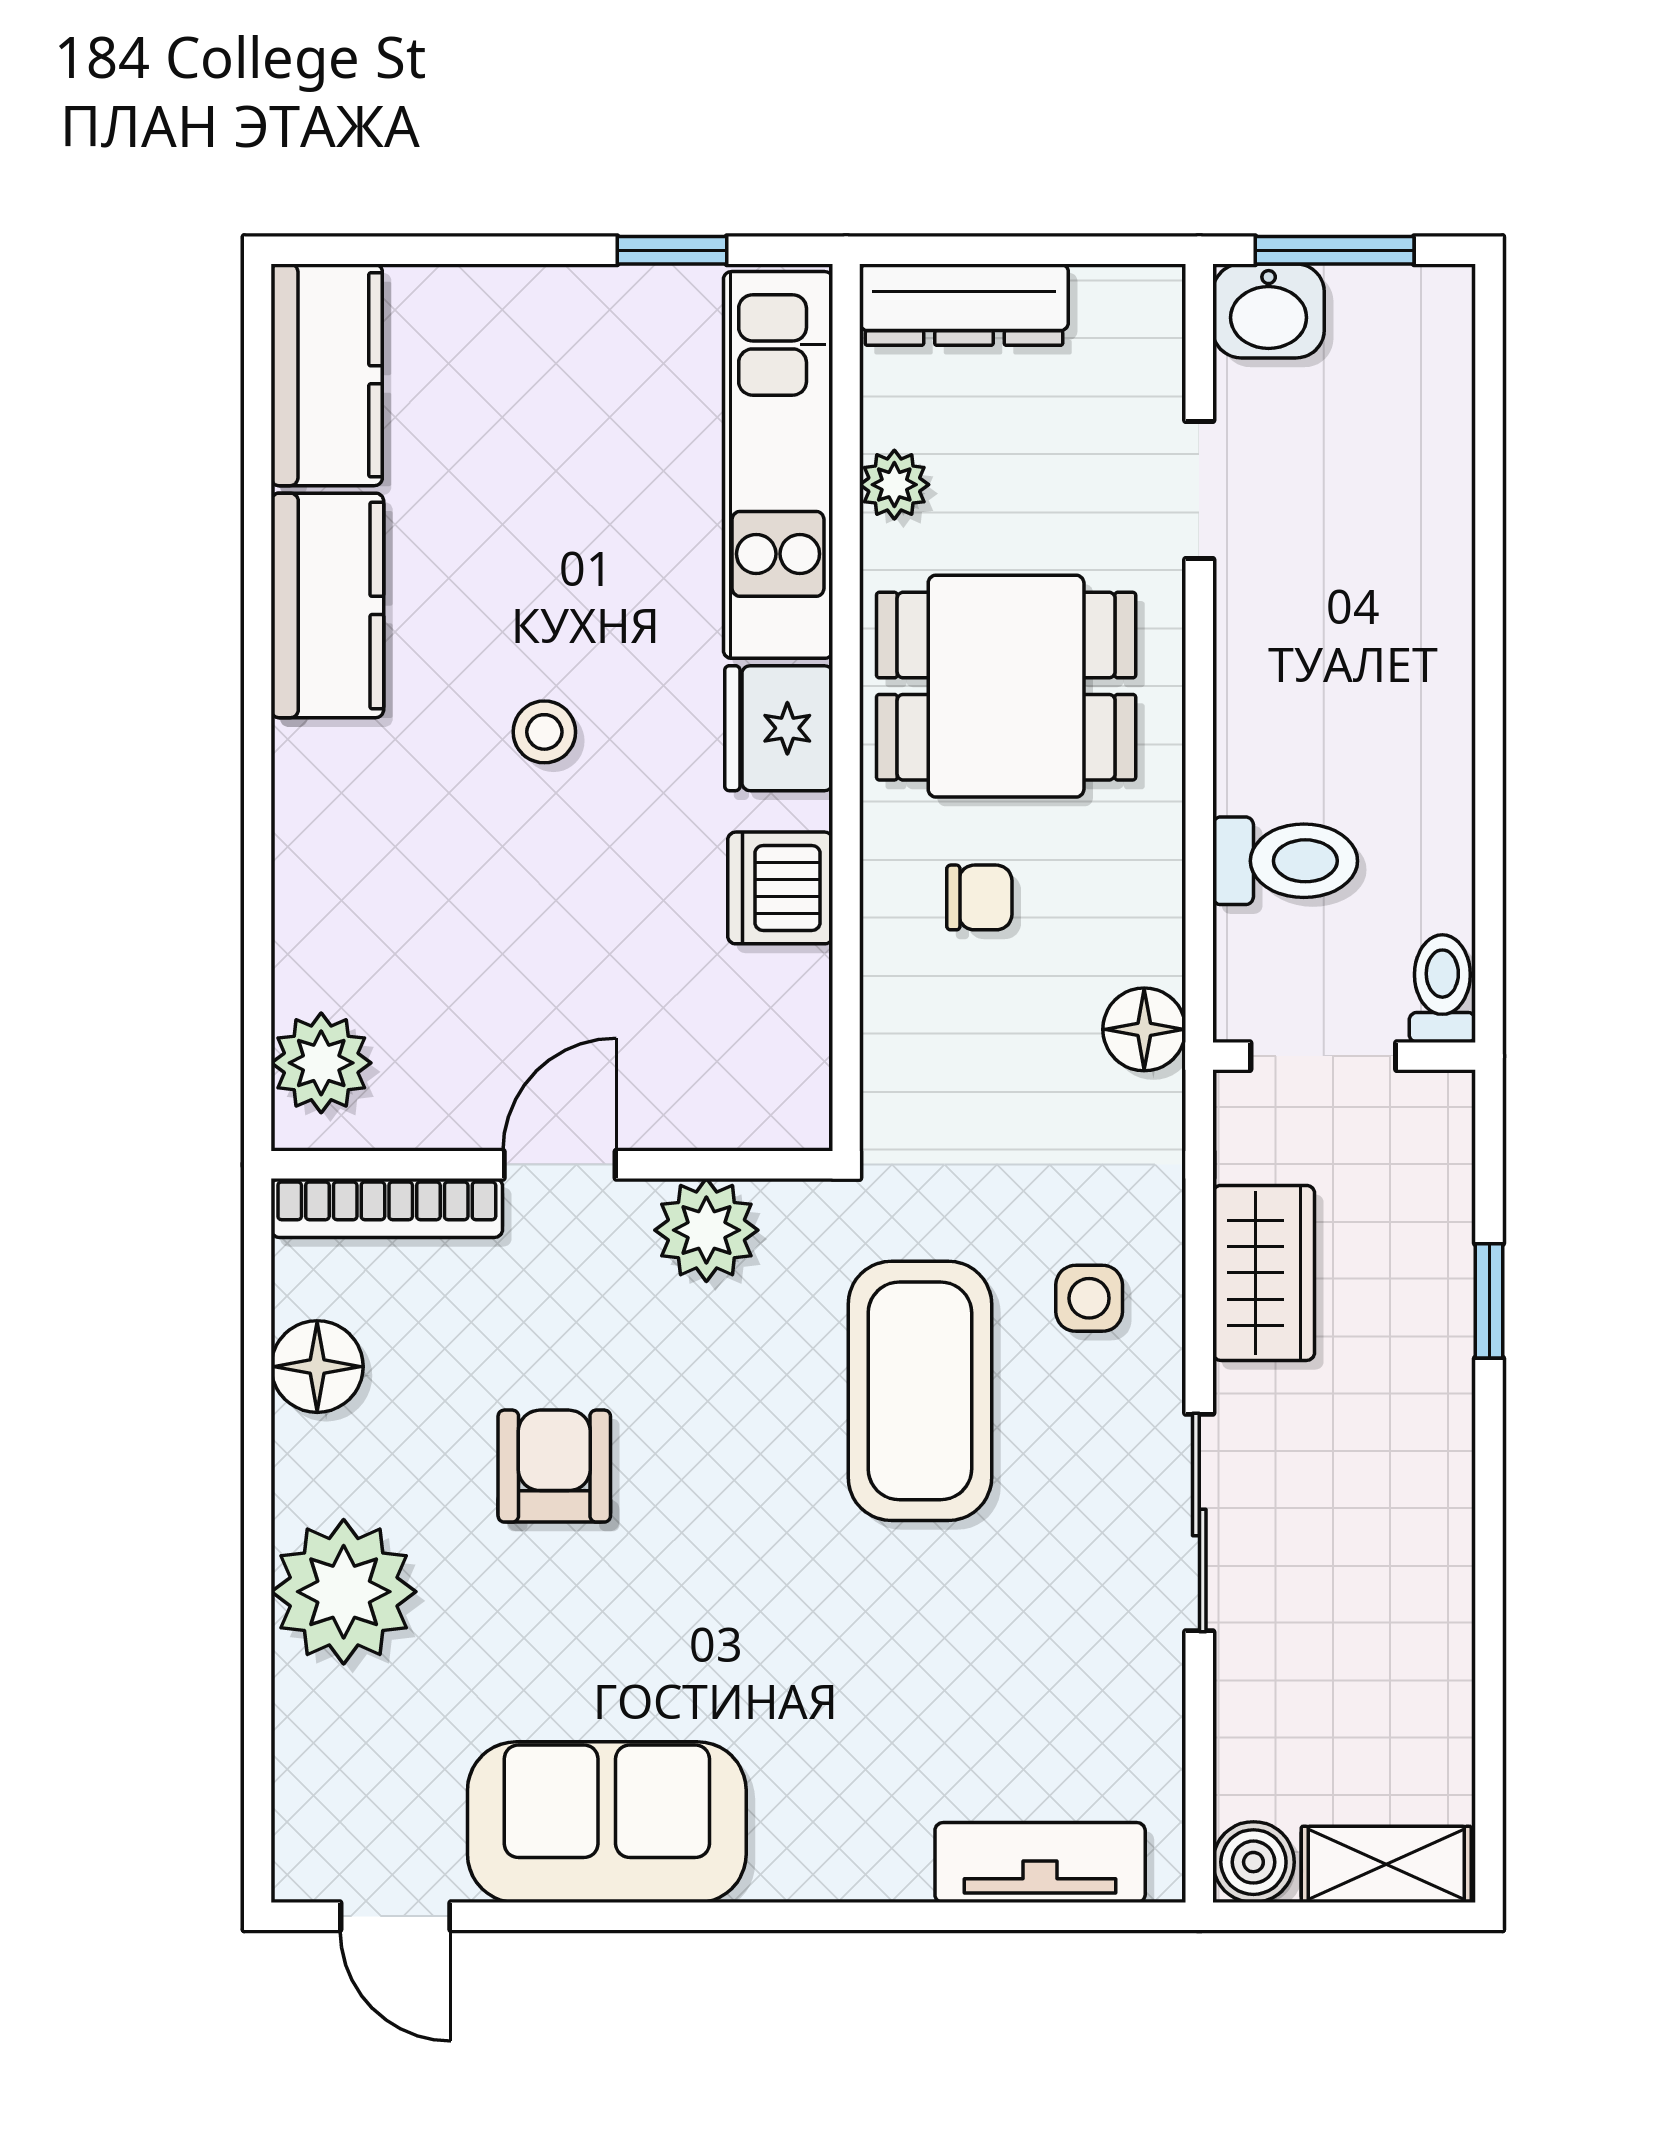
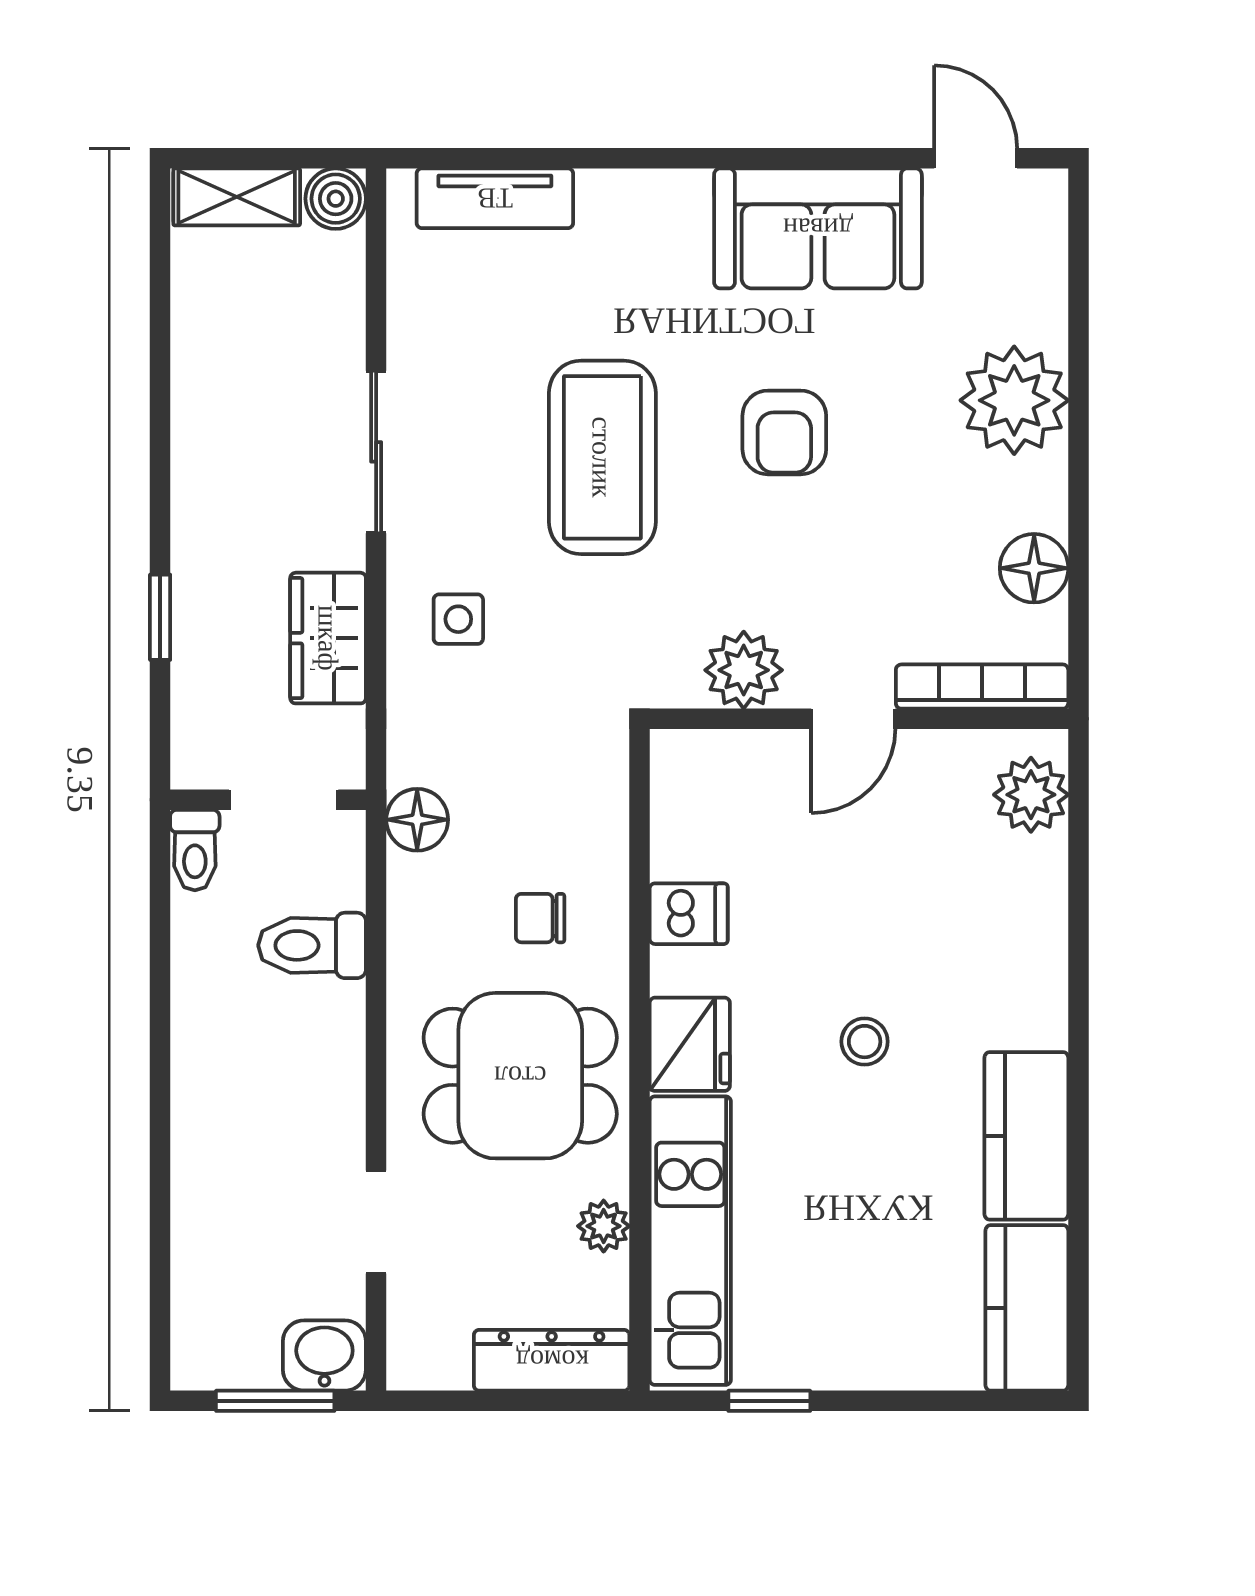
dishwasher: (780, 888) -> (689, 914), width x0.73
coffee table: (920, 1391) -> (602, 457), moved
armchair: (554, 1466) -> (784, 432), moved

